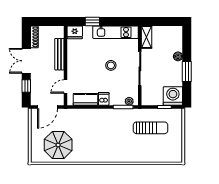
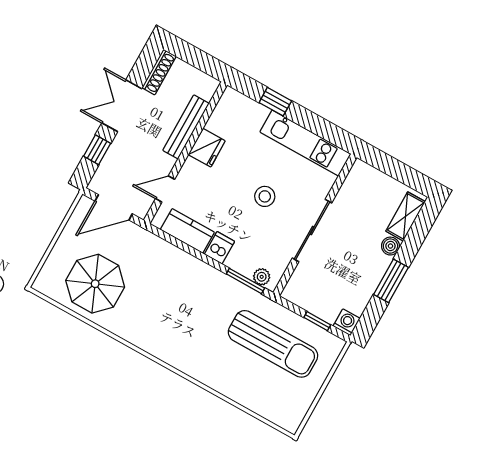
fridge: (75, 32) -> (207, 148), moved, turned -90
shelving: (147, 37) -> (406, 216), moved
washing machine: (173, 96) -> (347, 322), width x0.53, depth x0.53
sun lounger: (151, 128) -> (273, 344), width x1.36, depth x1.34

